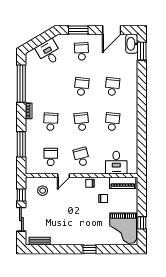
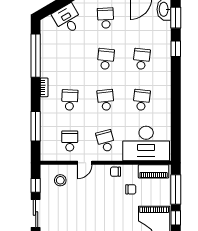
window: (142, 78) -> (176, 49), added
desk: (116, 163) -> (146, 144), width x1.87, depth x1.30
window: (142, 199) -> (176, 190), added

